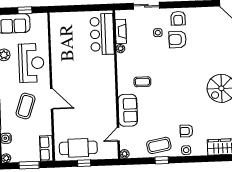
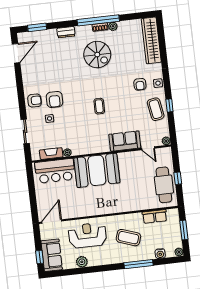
window: (25, 10) -> (40, 257), moved
booth: (99, 78) -> (97, 170), added
coffee table: (142, 82) -> (99, 106), moved
door: (52, 99) -> (52, 221), moved
row of seats: (46, 148) -> (155, 216), moved

